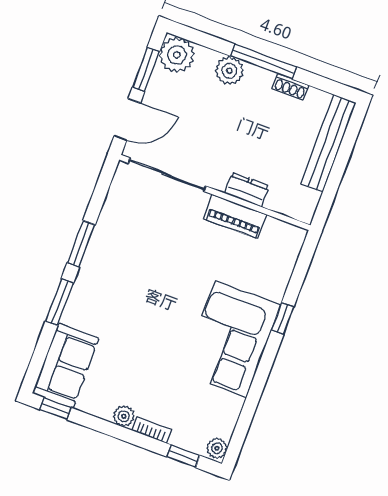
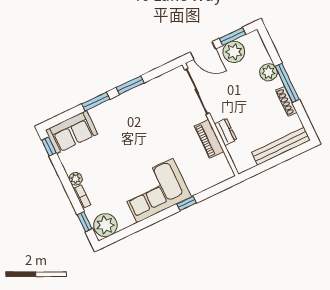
plant: (177, 55) -> (234, 52), moved
shoe rack: (290, 87) -> (286, 101), width x1.43
plant: (217, 448) -> (105, 225), width x1.87, depth x1.87

